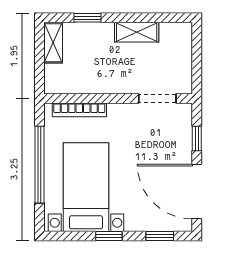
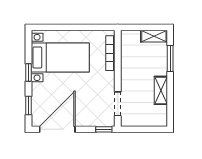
window: (88, 18) -> (170, 59), width x1.50
window: (197, 138) -> (104, 129), moved
window: (40, 165) -> (75, 27), removed

